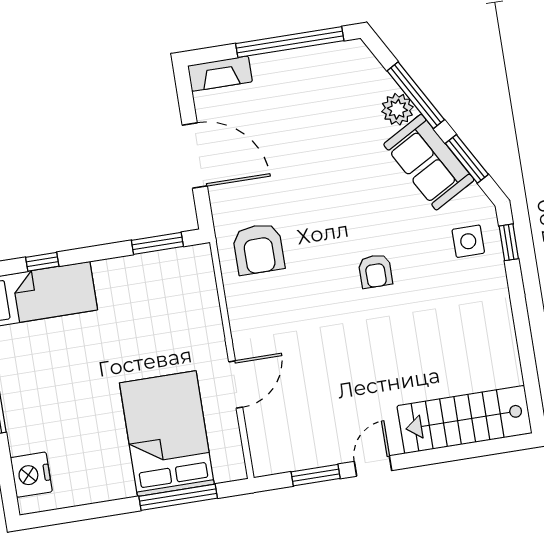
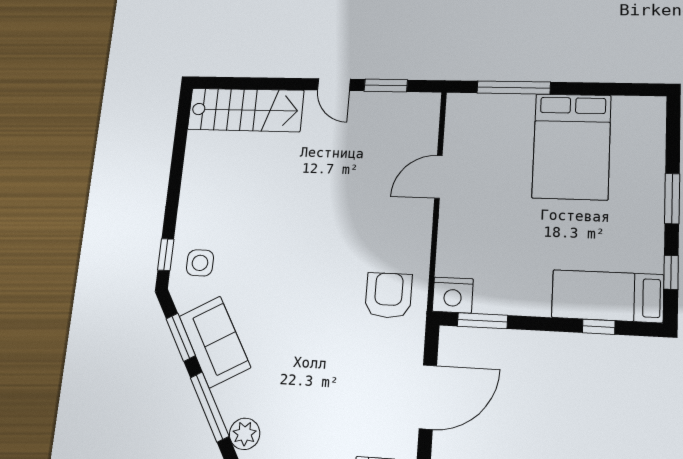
plant: (397, 109) -> (245, 434), moved
door: (195, 156) -> (428, 397), swing flipped
armchair: (375, 271) -> (288, 253), removed
bed: (167, 434) -> (572, 146), moved
door: (373, 466) -> (334, 85), hinge flipped
nightstand: (31, 475) -> (453, 295), moved, turned 90

